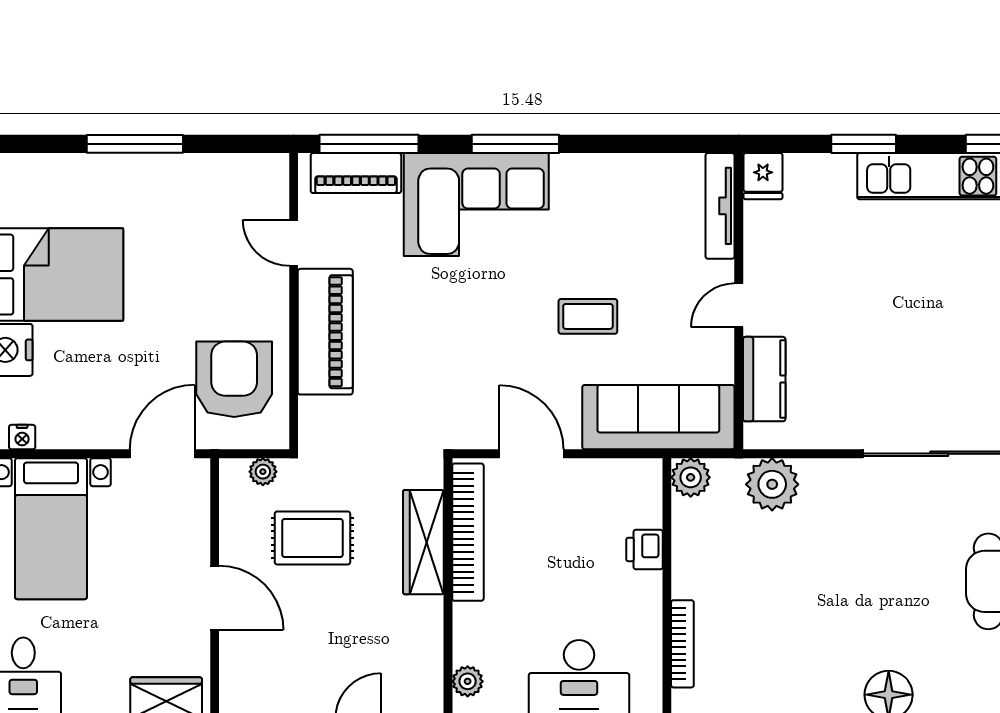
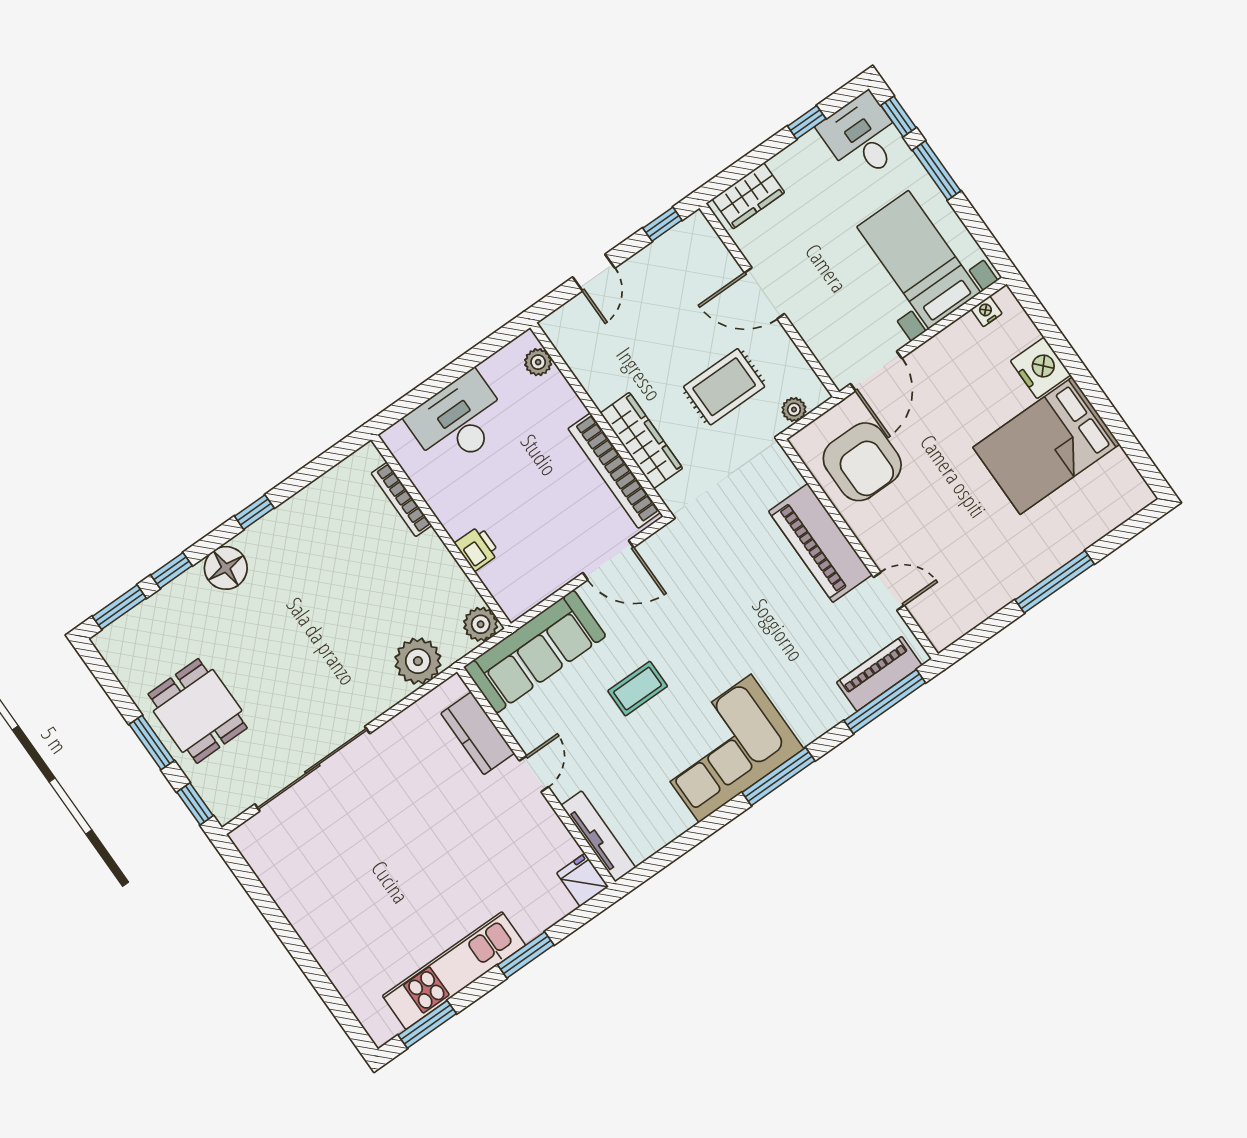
corner sofa: (476, 205) -> (725, 748), moved

